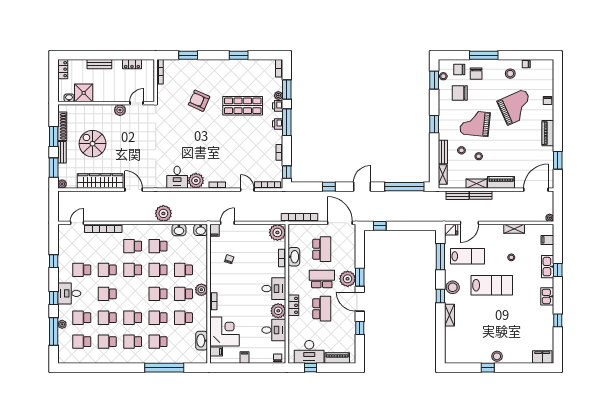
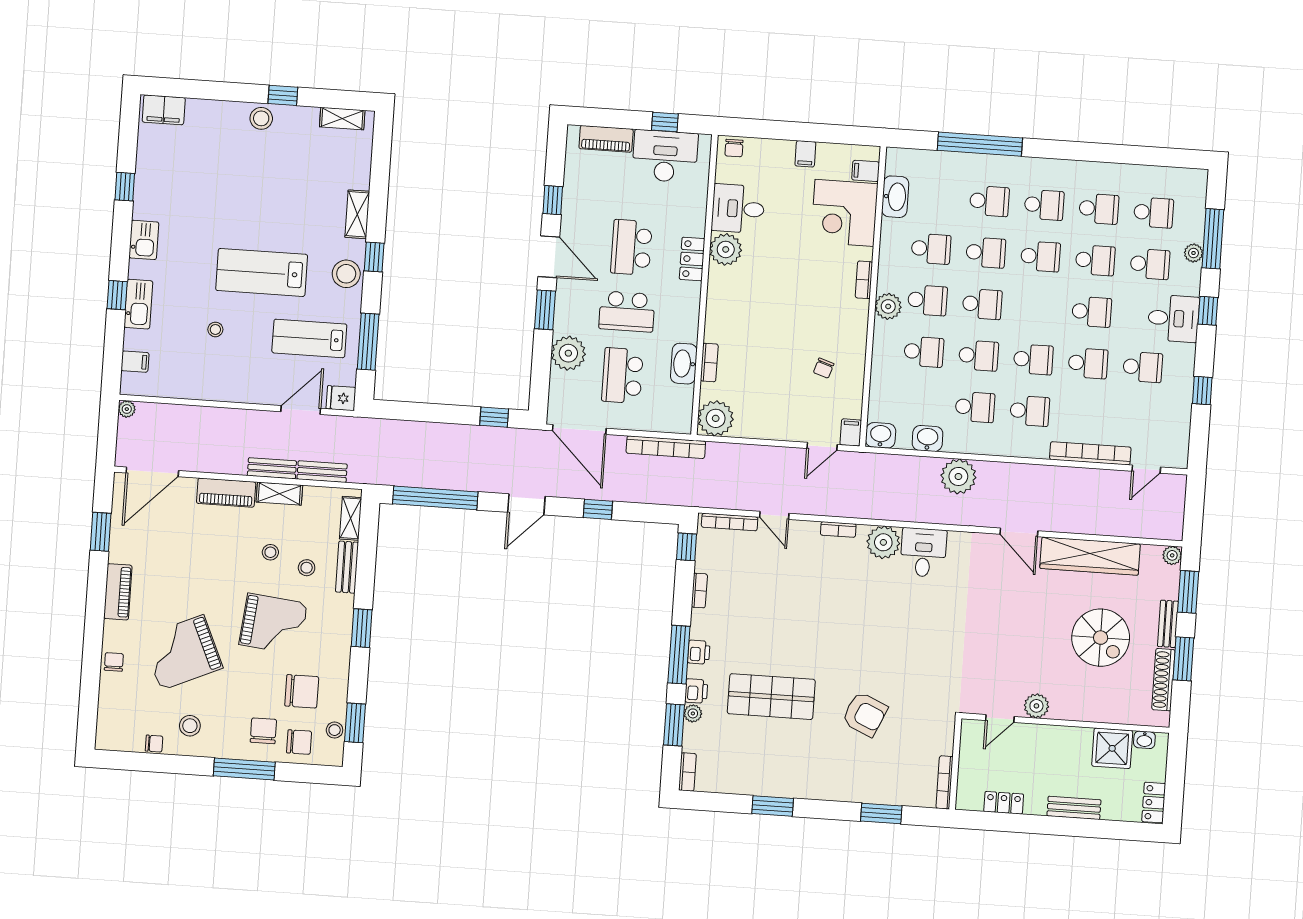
shelving: (514, 229) -> (342, 118), moved
plant: (348, 279) -> (568, 353), moved
desk: (274, 289) -> (732, 298), removed

